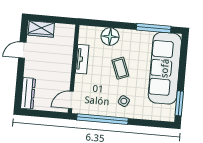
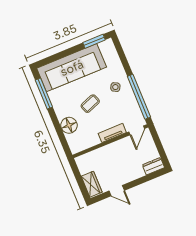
tv unit: (82, 59) -> (112, 133), moved
dresser: (28, 93) -> (153, 166), width x0.70
door: (71, 100) -> (137, 130), hinge flipped

